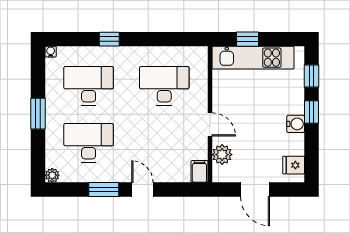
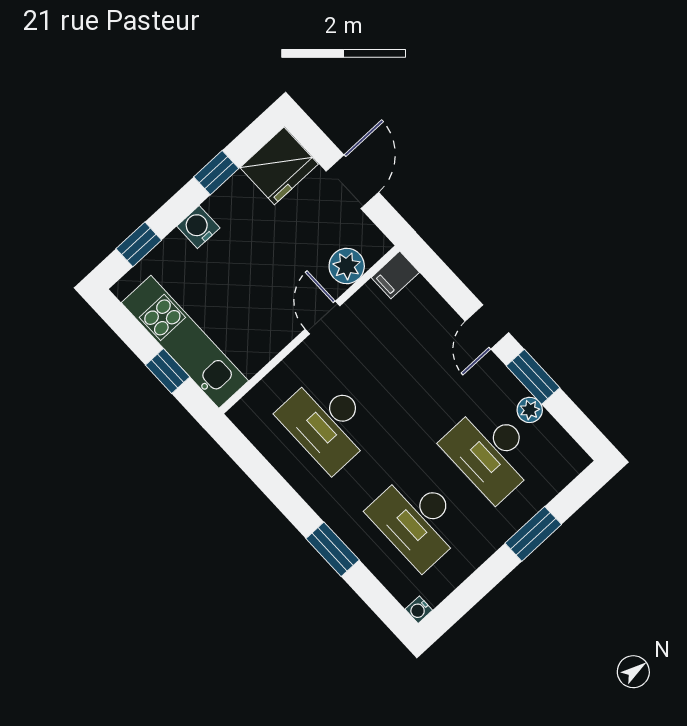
window: (109, 39) -> (333, 549), width x1.50
window: (312, 112) -> (216, 173), moved
window: (38, 114) -> (533, 534), moved
water cooler: (296, 124) -> (198, 227), moved
fridge: (294, 165) -> (279, 166), width x1.88, depth x1.34
plant: (52, 175) -> (530, 410), moved

